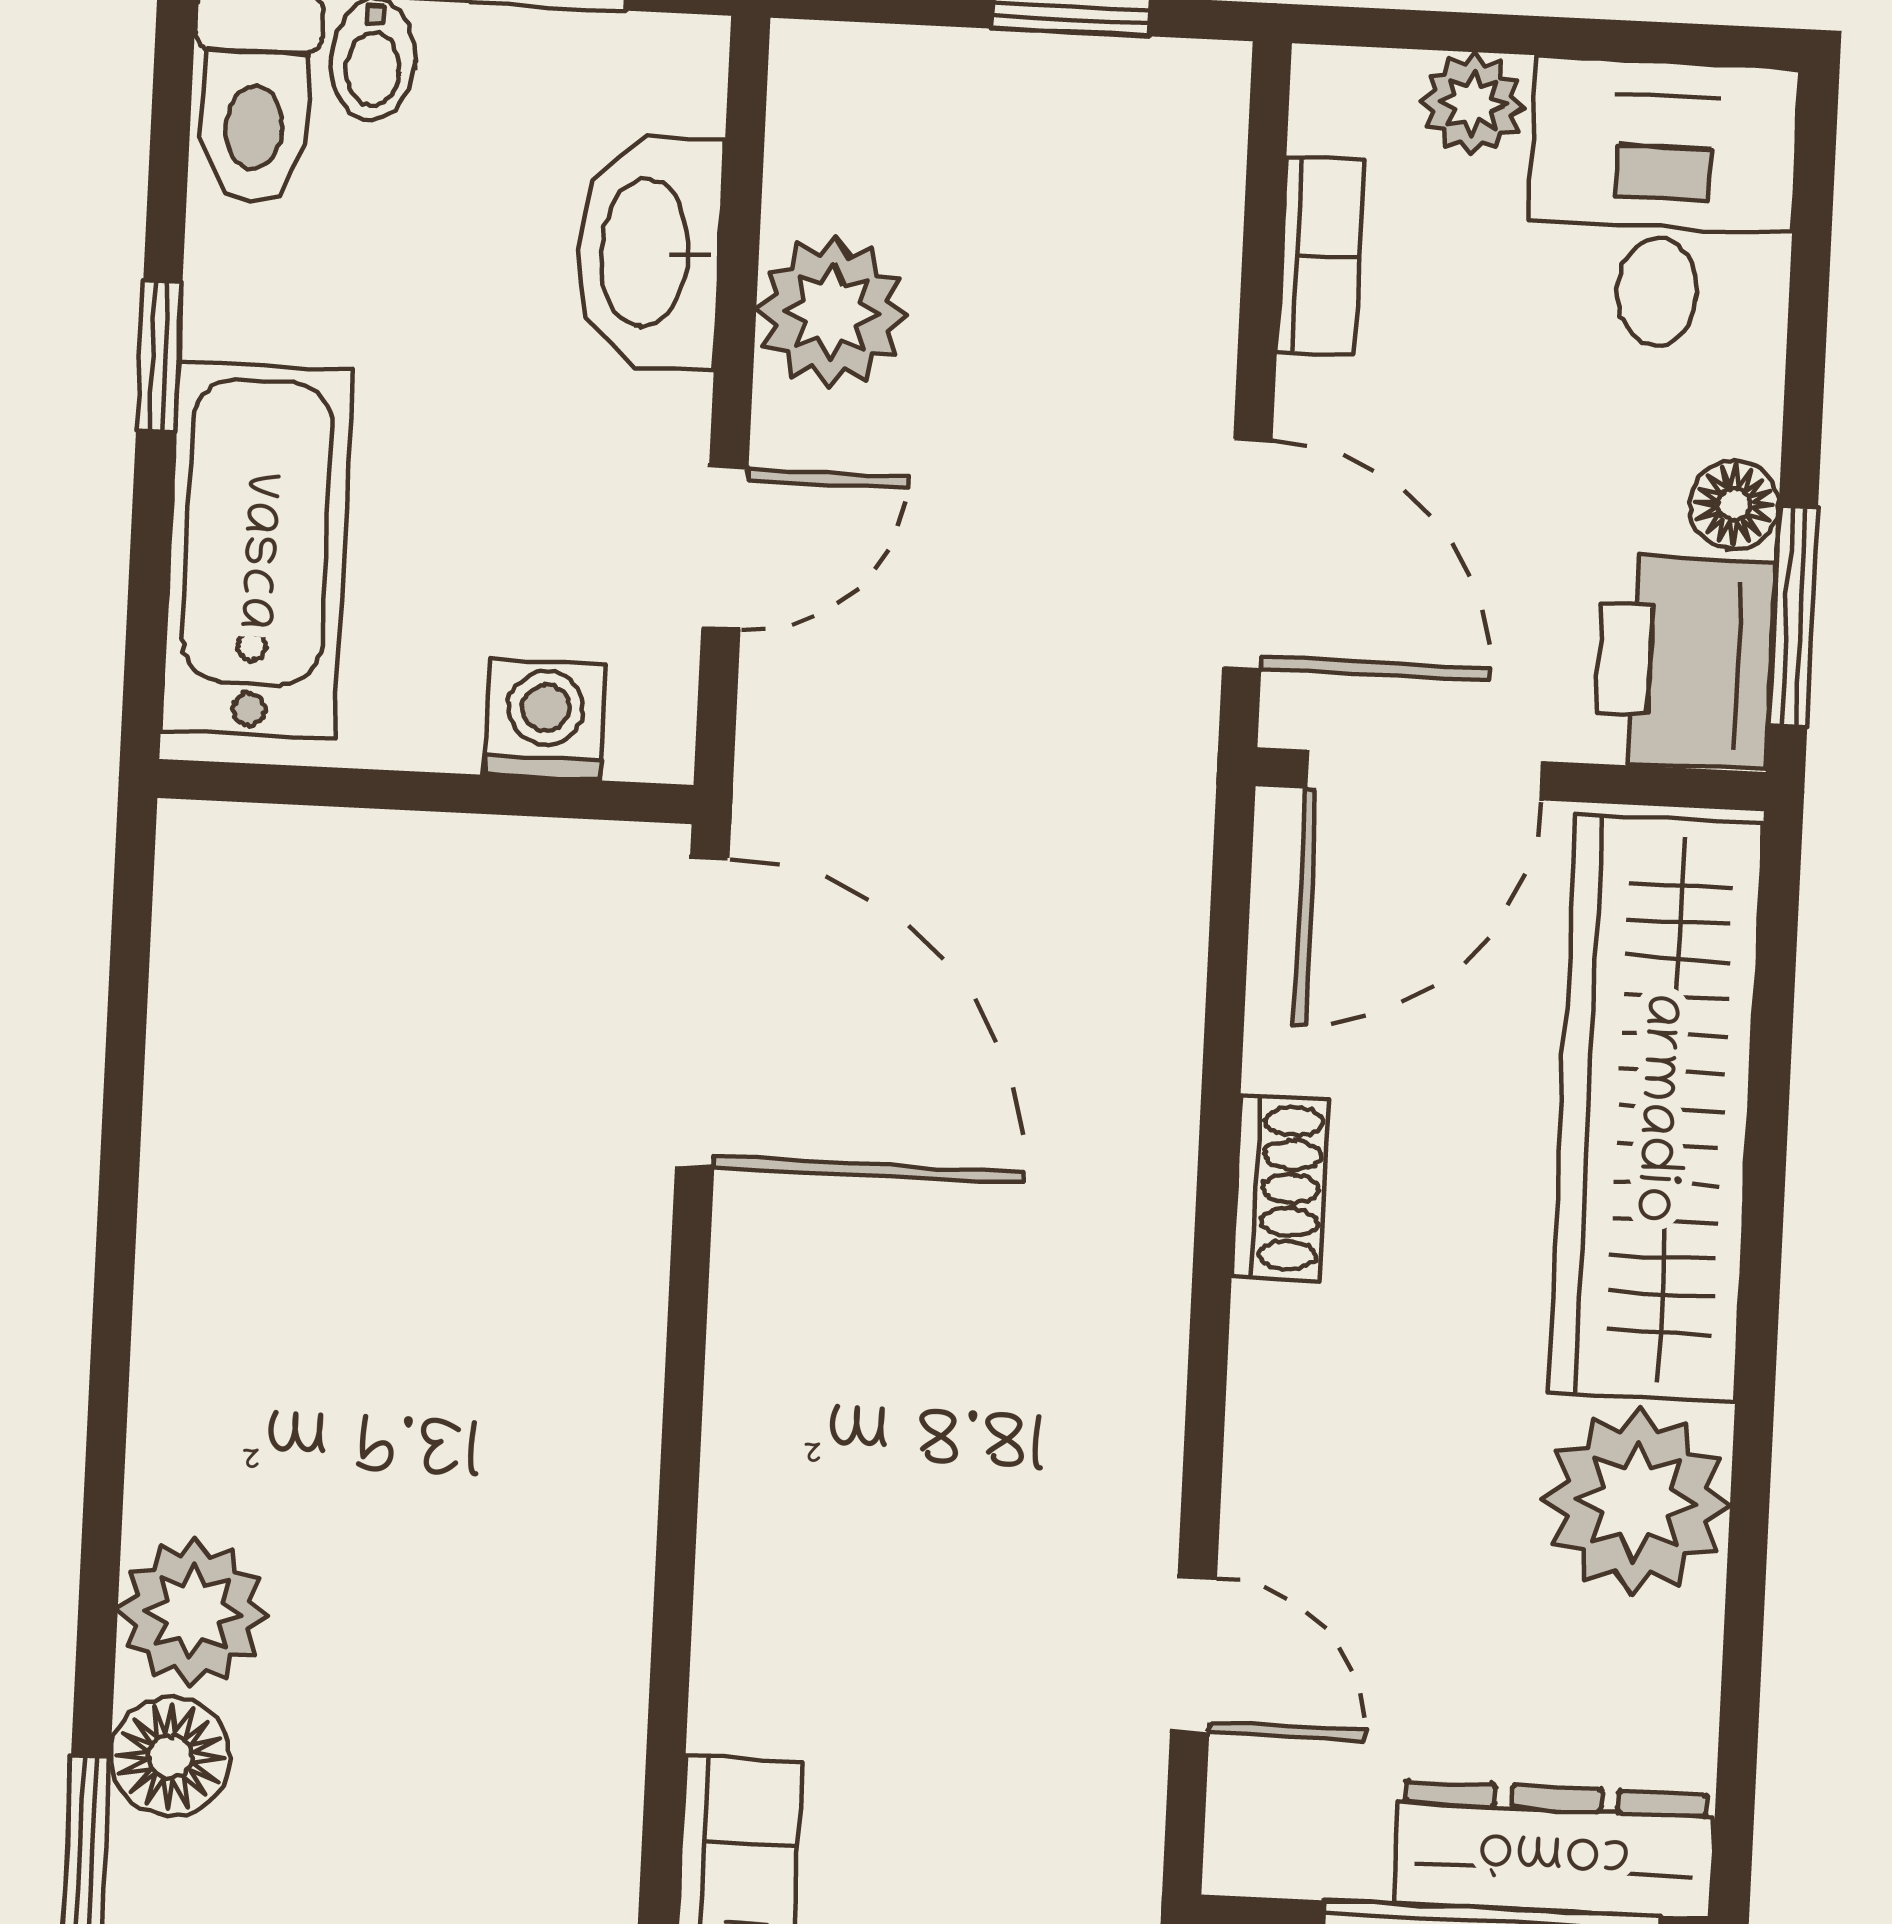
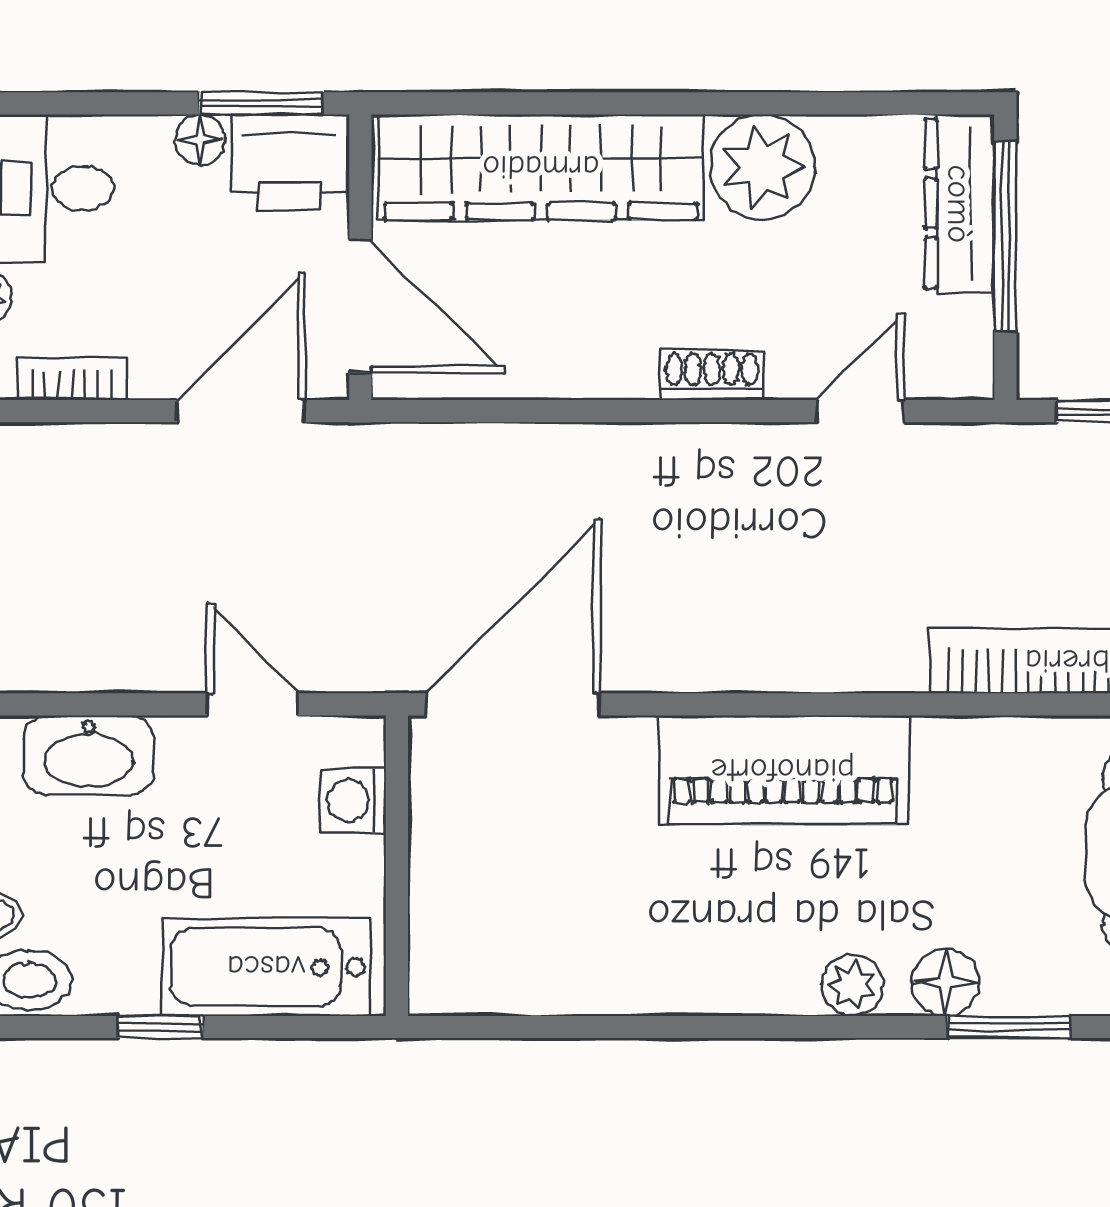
plant: (832, 313) -> (117, 651), removed
shoe rack: (1280, 1188) -> (712, 375), moved
piano: (562, 1487) -> (783, 770), added
plant: (192, 1612) -> (852, 985), width x0.73, depth x0.73

